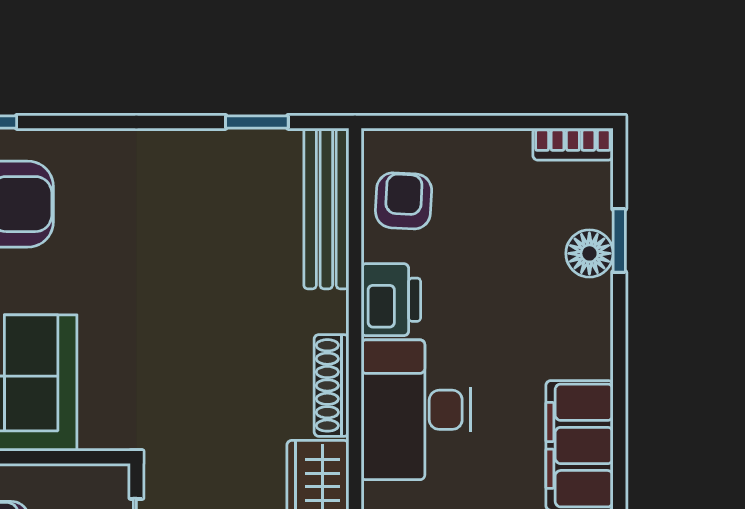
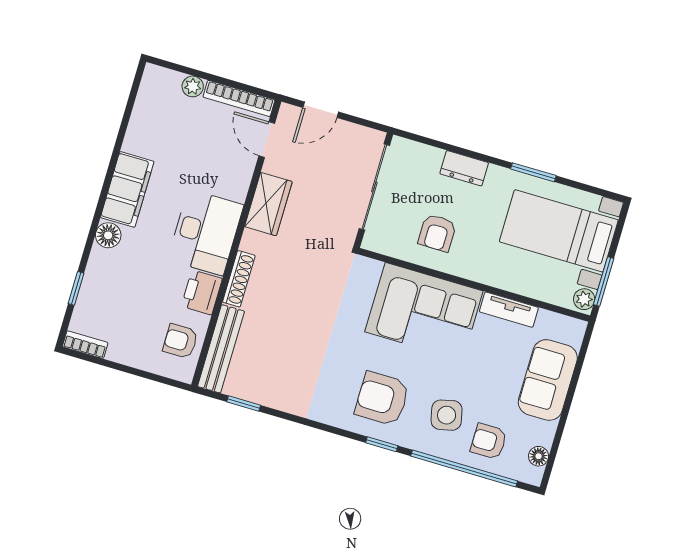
armchair: (404, 201) -> (180, 341), turned 87
floor lamp: (589, 253) -> (108, 235), moved
shoe rack: (331, 385) -> (239, 279), moved

